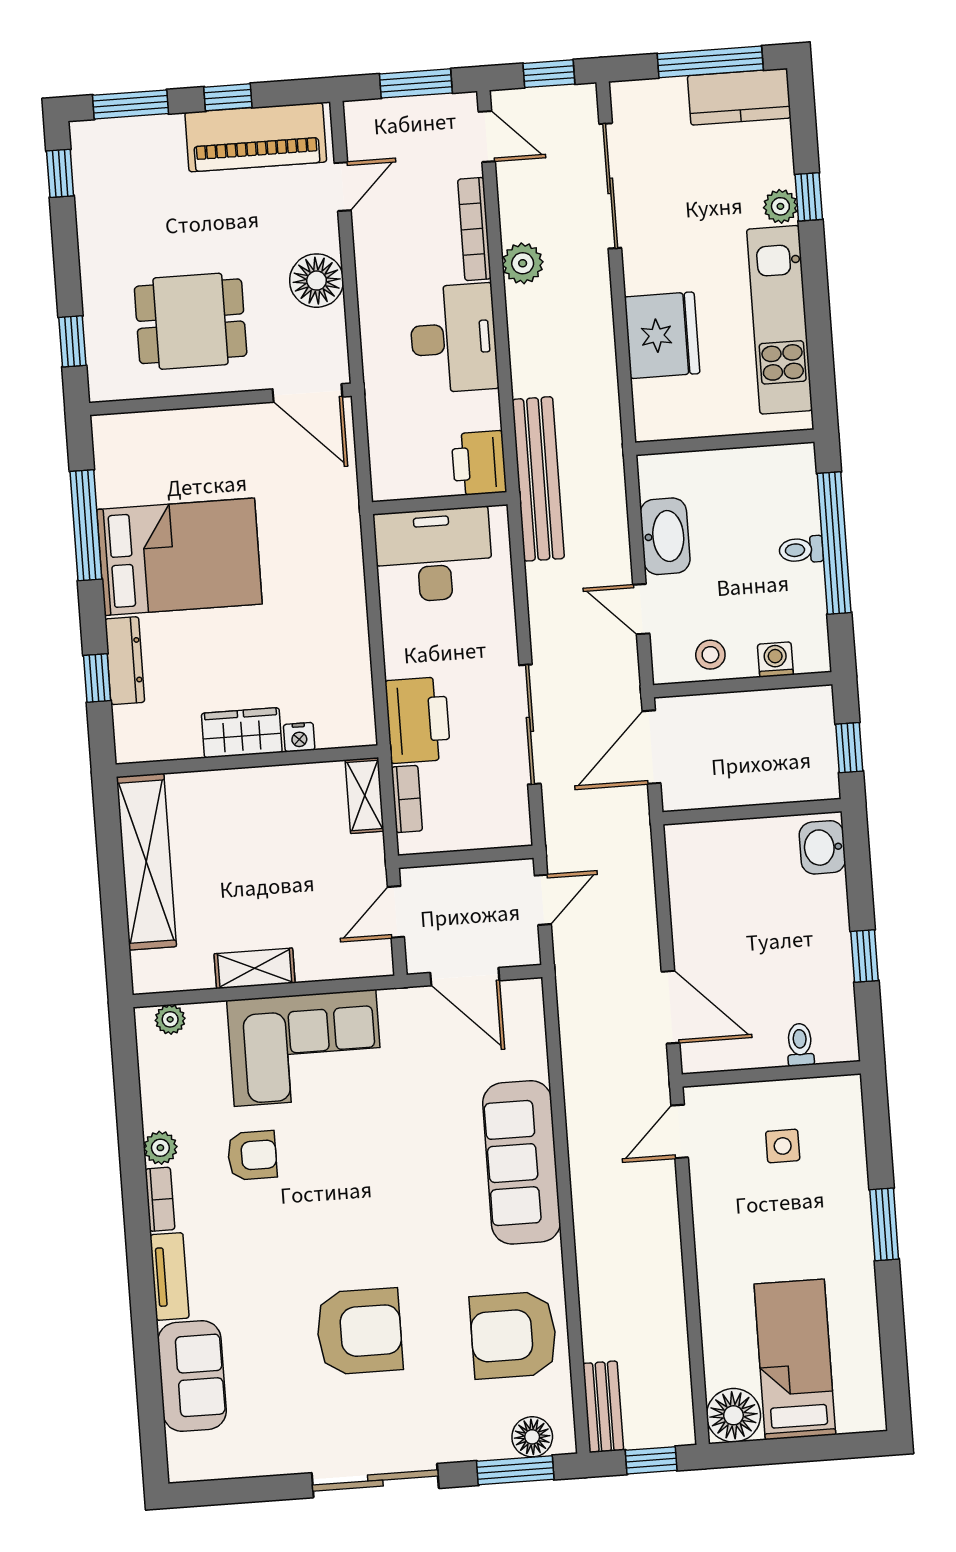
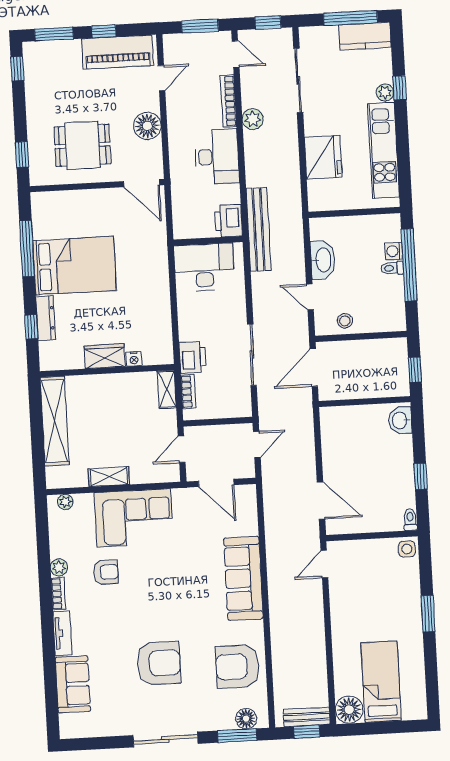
washing machine: (775, 659) -> (394, 251), moved, turned -90
printer: (418, 720) -> (193, 357), width x0.73, depth x0.84
toilet: (800, 1045) -> (410, 520), moved
side table: (783, 1146) -> (407, 549), moved
bench: (603, 1407) -> (307, 717), moved, turned 90

